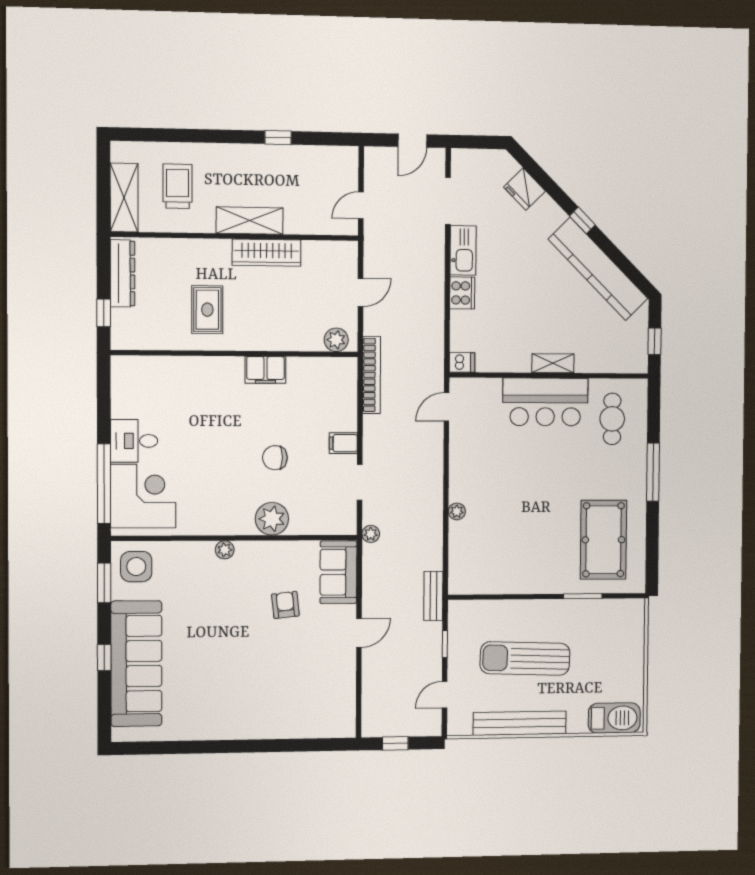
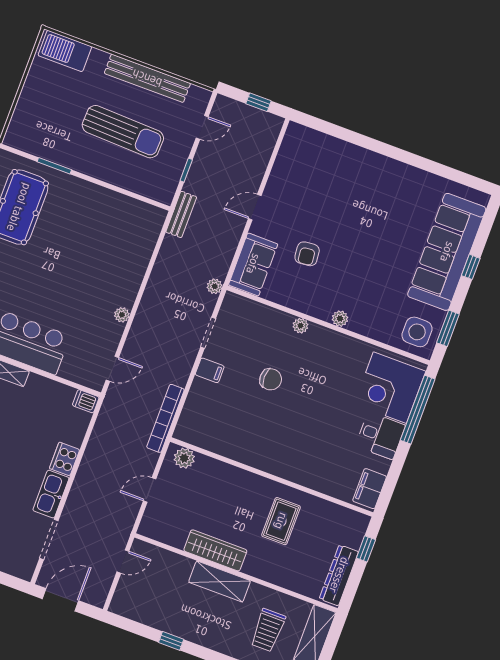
door: (412, 141) -> (61, 600), width x1.38
filing cabinet: (265, 370) -> (370, 489), moved, turned -90
plant: (457, 511) -> (122, 315), moved
plant: (272, 519) -> (300, 326), width x0.53, depth x0.53

